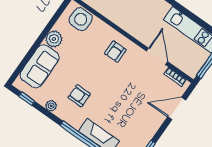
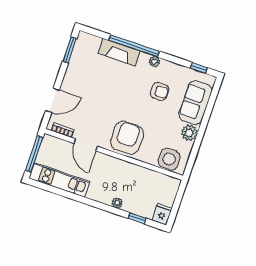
armchair: (115, 52) -> (127, 138), width x1.88, depth x1.88
armchair: (79, 96) -> (159, 91), moved
plant: (51, 106) -> (154, 61), moved

